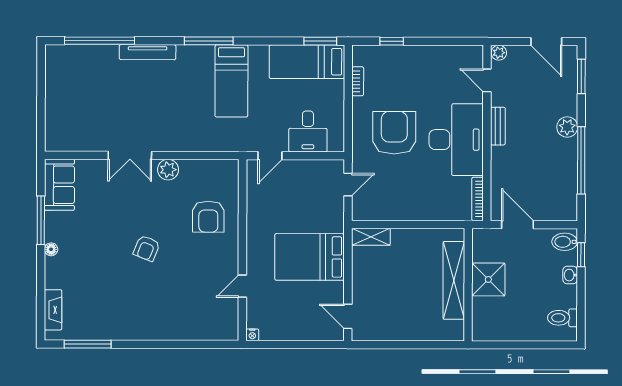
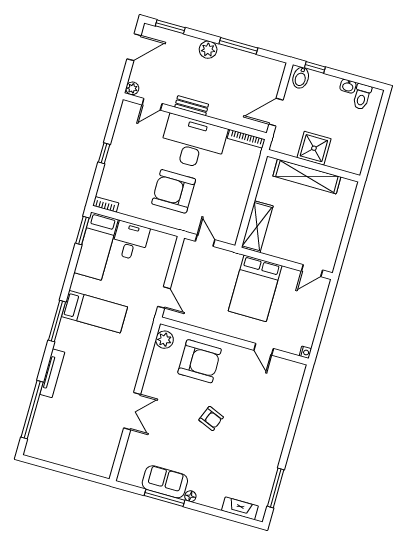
window: (392, 41) -> (104, 153), moved
bookcase: (358, 81) -> (106, 204), moved
desk: (308, 132) -> (130, 241), moved, turned -90
window: (581, 160) -> (238, 46), width x0.68
plant: (168, 170) -> (164, 340), moved
sofa: (59, 185) -> (165, 482), moved
armchair: (208, 217) -> (200, 361), width x1.36, depth x1.36
shelving: (371, 237) -> (257, 227), width x1.50, depth x1.33
washbasin: (570, 275) -> (348, 86), moved

